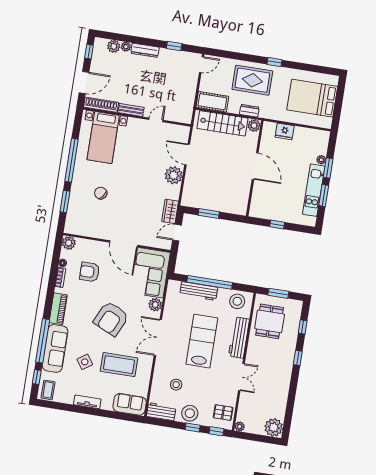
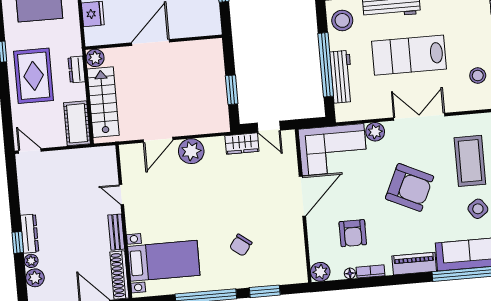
window: (174, 46) -> (18, 242), moved
double door: (158, 337) -> (419, 117), swing flipped

